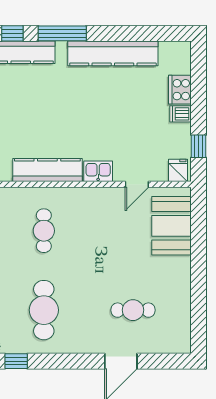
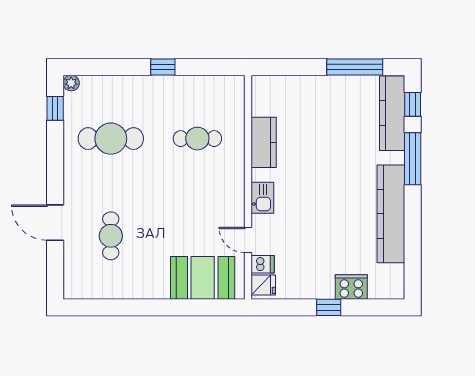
dishwasher: (181, 114) -> (263, 264), moved, turned 90
window: (199, 146) -> (329, 307), moved
kitchen counter: (47, 170) -> (264, 142), width x0.67

